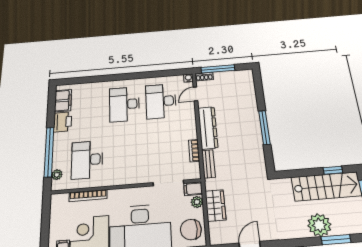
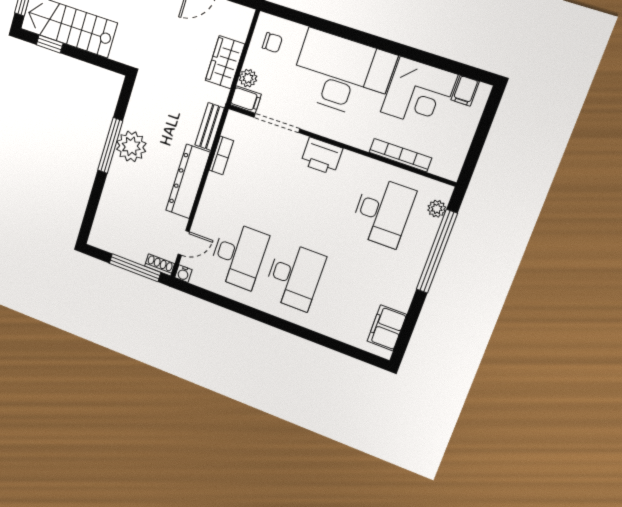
printer: (63, 122) -> (322, 156), moved, turned -90
plant: (251, 133) -> (131, 146), added
chair: (191, 229) -> (272, 43), width x0.54, depth x0.54

